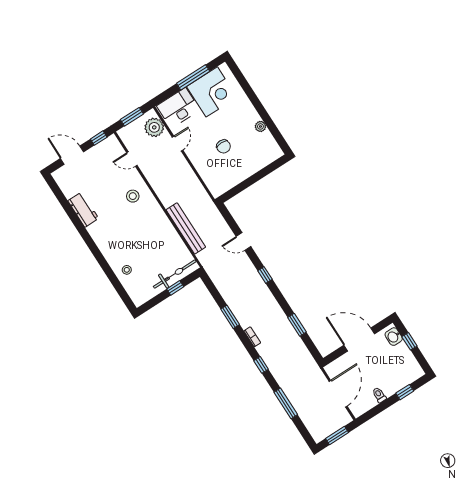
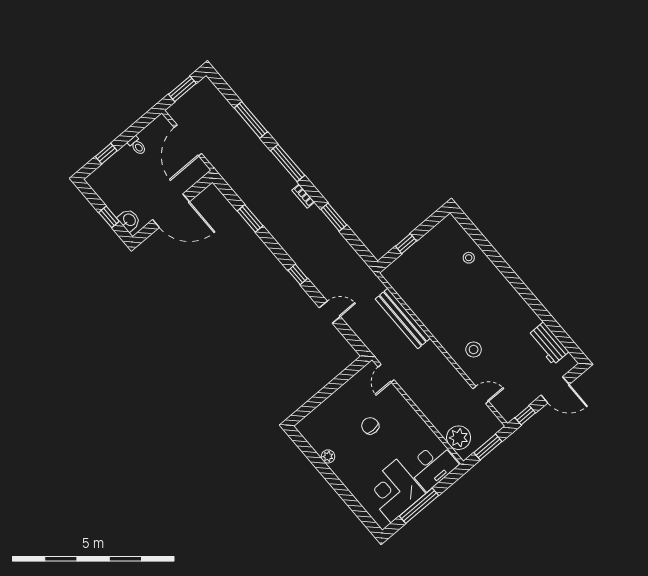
door: (178, 144) -> (386, 373), moved
workbench: (83, 210) -> (548, 343), moved
bicycle: (175, 274) -> (409, 261), removed
window: (261, 365) -> (288, 163), width x2.17

